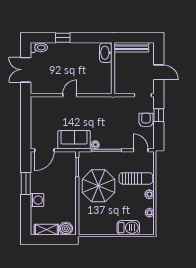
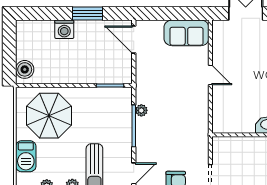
sofa: (74, 140) -> (186, 33), moved, turned 90
parasol: (98, 186) -> (49, 116), moved
shelving: (46, 230) -> (23, 42), removed

